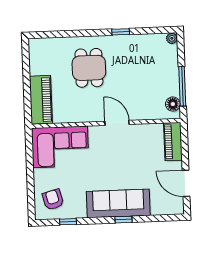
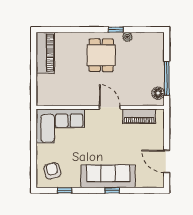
plant: (172, 38) -> (127, 37), moved
dining table: (89, 68) -> (101, 55), moved
piano: (41, 100) -> (45, 53), moved
piano: (173, 142) -> (139, 116), moved, turned -90

